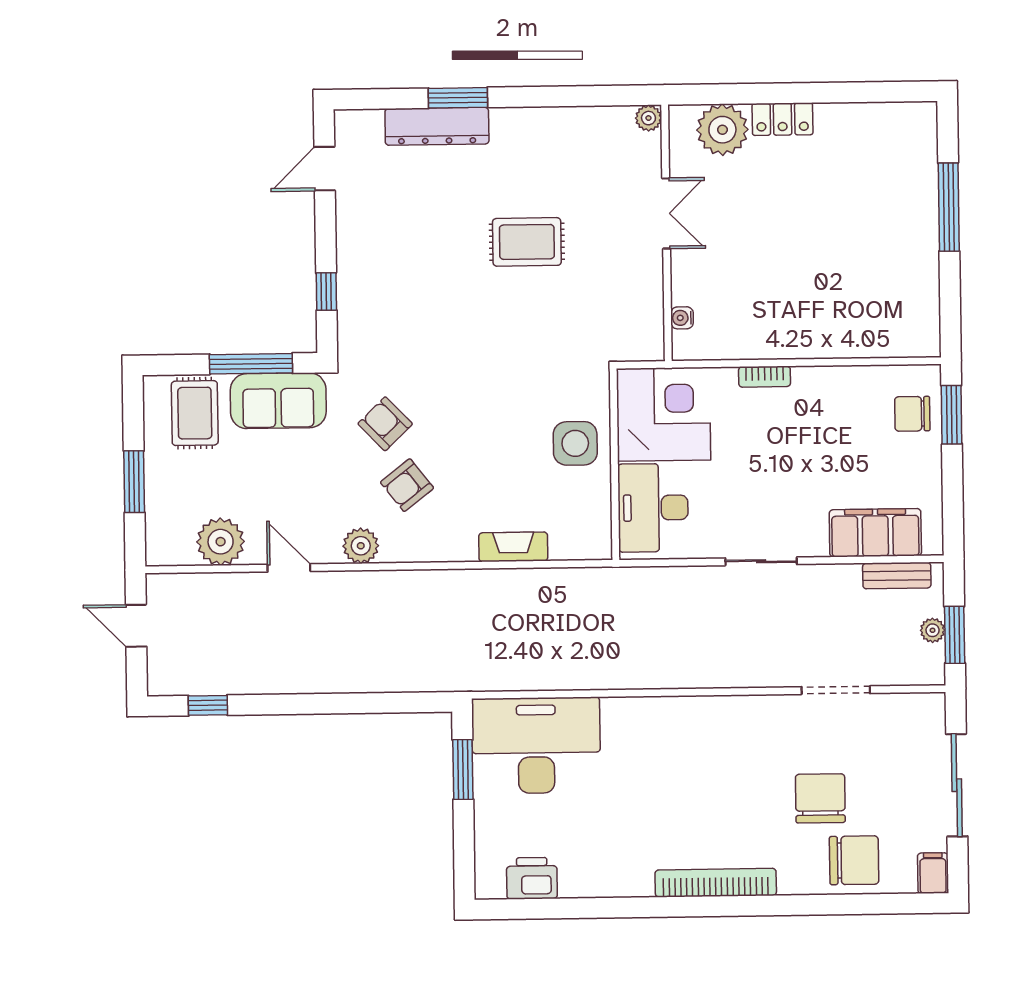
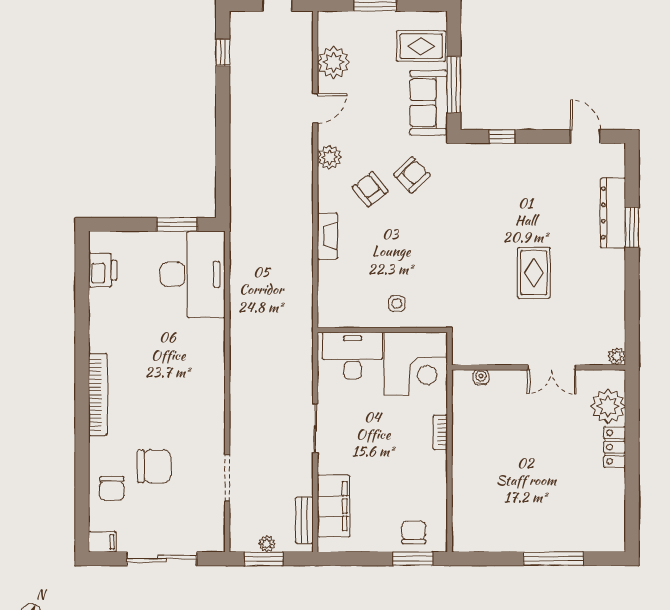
side table: (575, 443) -> (397, 304), width x0.54, depth x0.54
fireplace: (513, 547) -> (327, 236), moved
chair: (854, 860) -> (112, 489), width x0.73, depth x0.73

